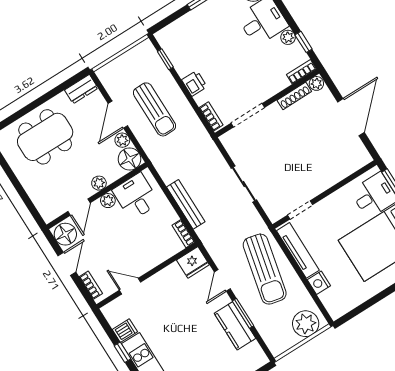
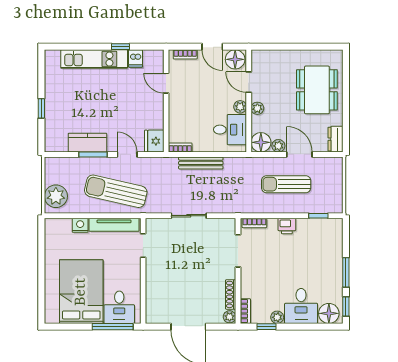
door: (130, 286) -> (166, 83), swing flipped

